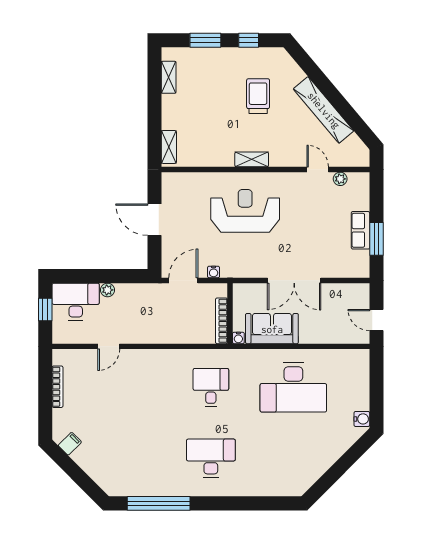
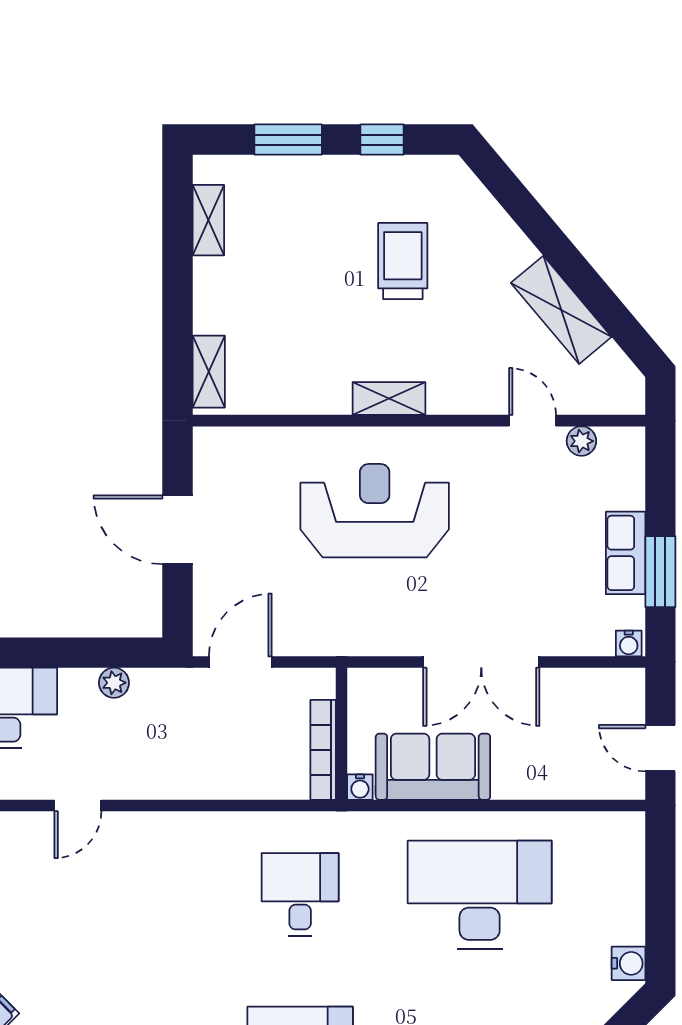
shelving: (324, 110) -> (561, 310), width x0.68
water cooler: (214, 272) -> (629, 644), moved
plant: (107, 290) -> (114, 683), moved
desk: (293, 387) -> (480, 895), turned 180

